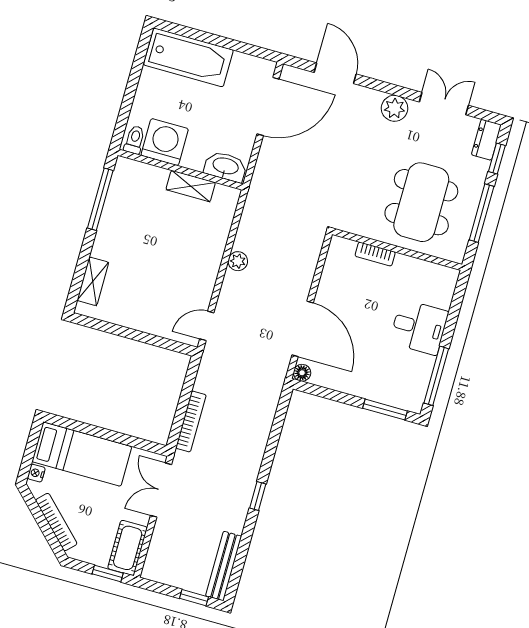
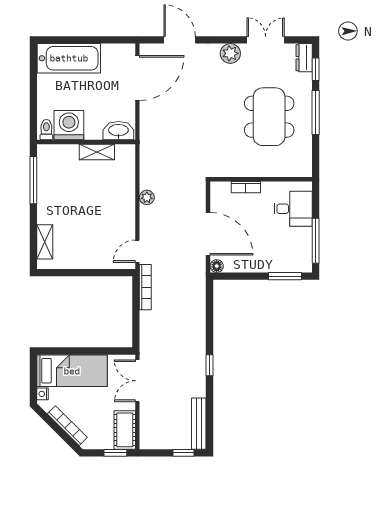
wall: (397, 249) -> (261, 179), moved
bookcase: (375, 254) -> (246, 187), moved
bookcase: (191, 421) -> (145, 287), moved

